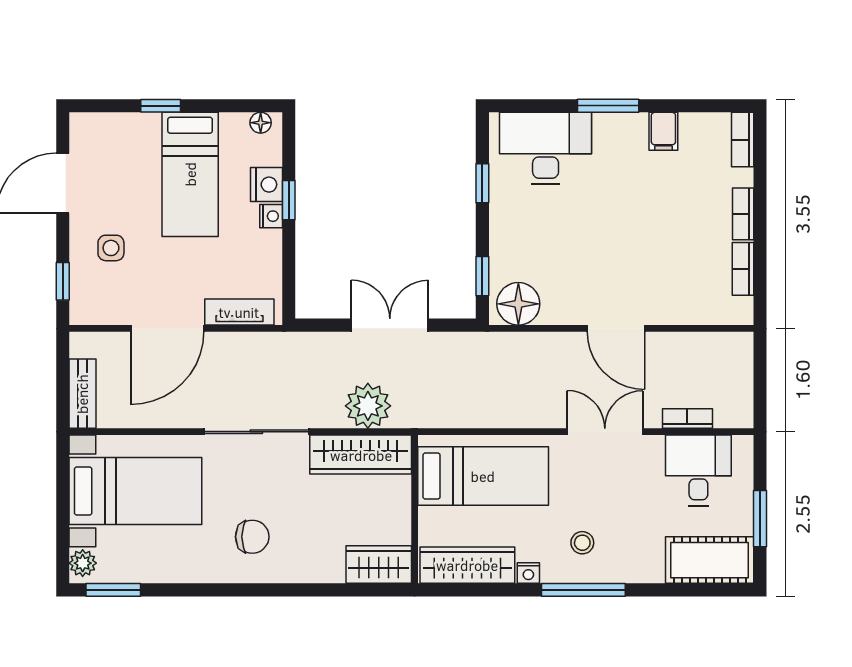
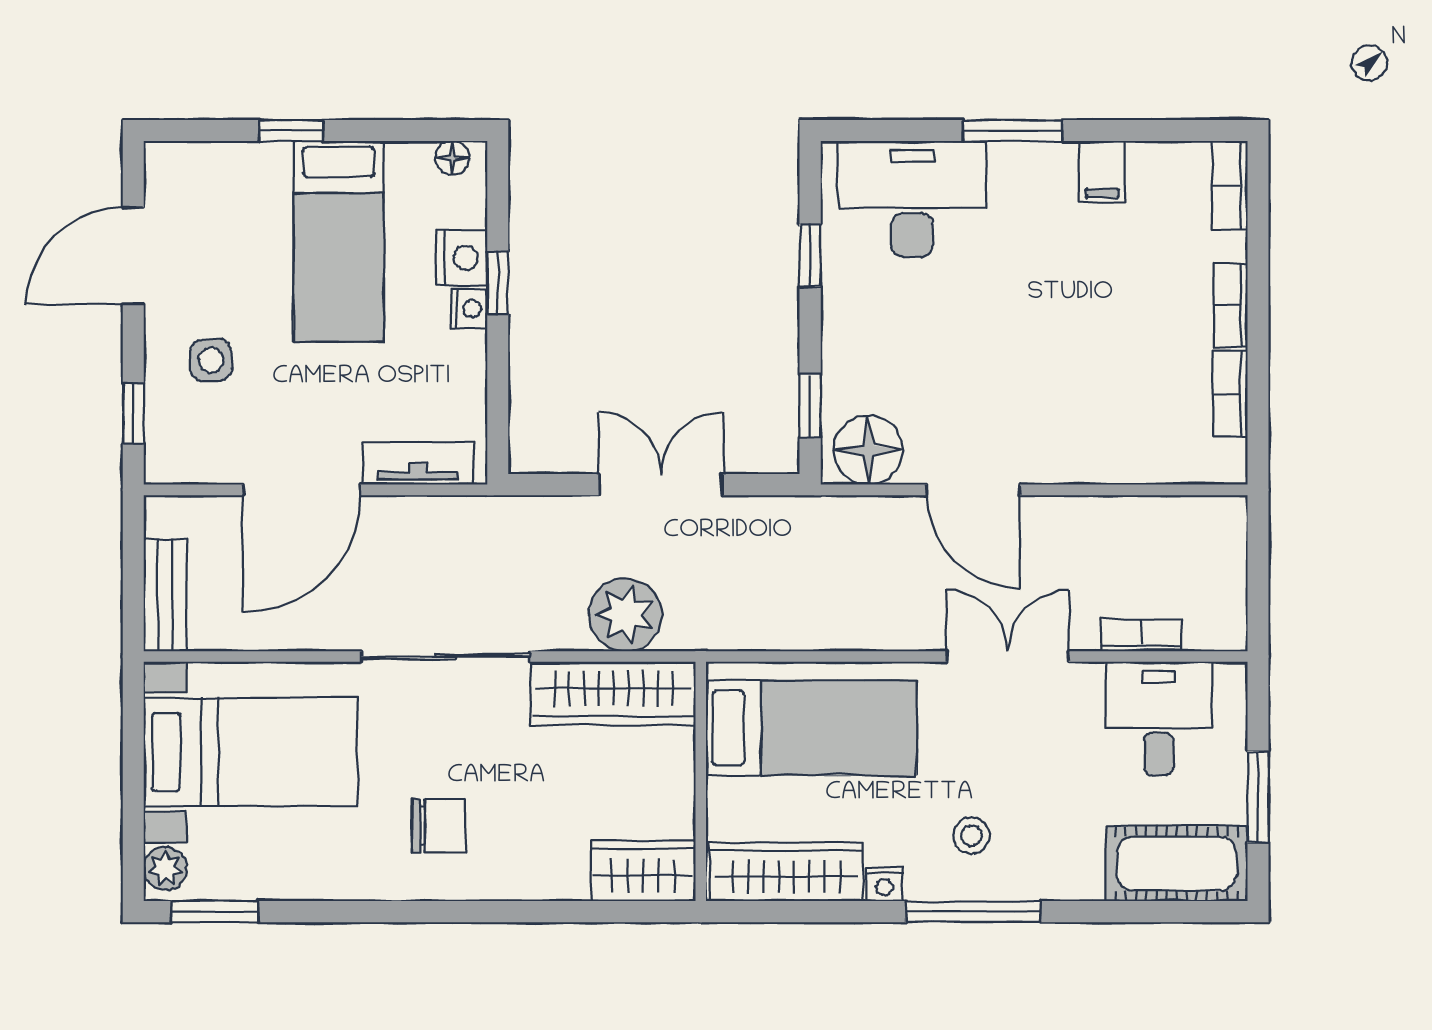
door: (616, 328) -> (973, 490), moved

